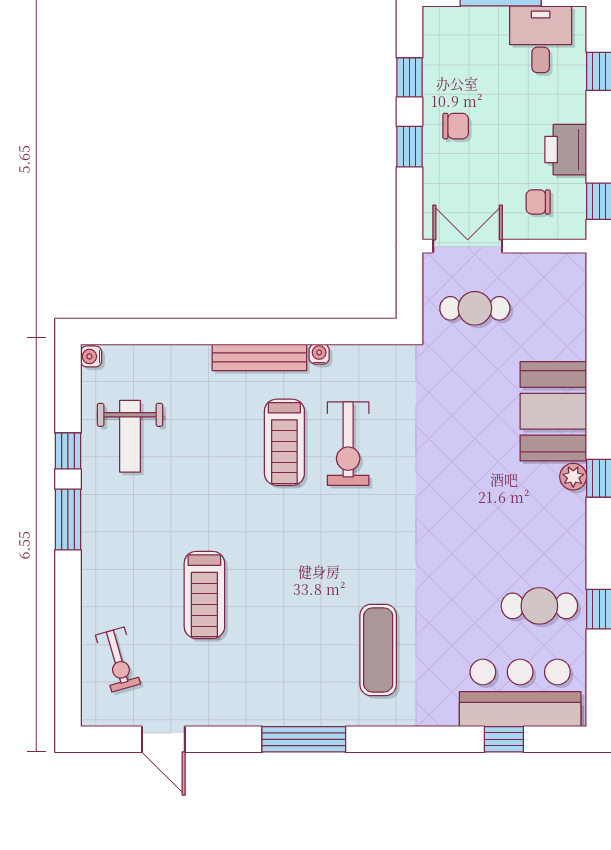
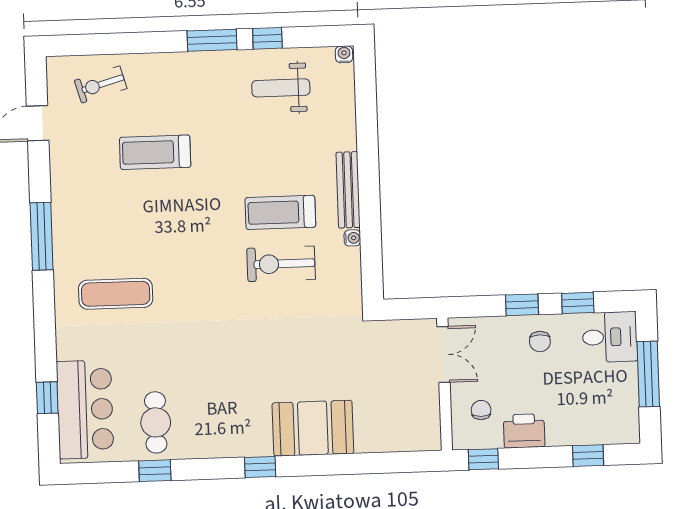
desk: (541, 39) -> (610, 337), moved
cafe table: (475, 308) -> (394, 362), removed
plant: (573, 477) -> (261, 446), removed

